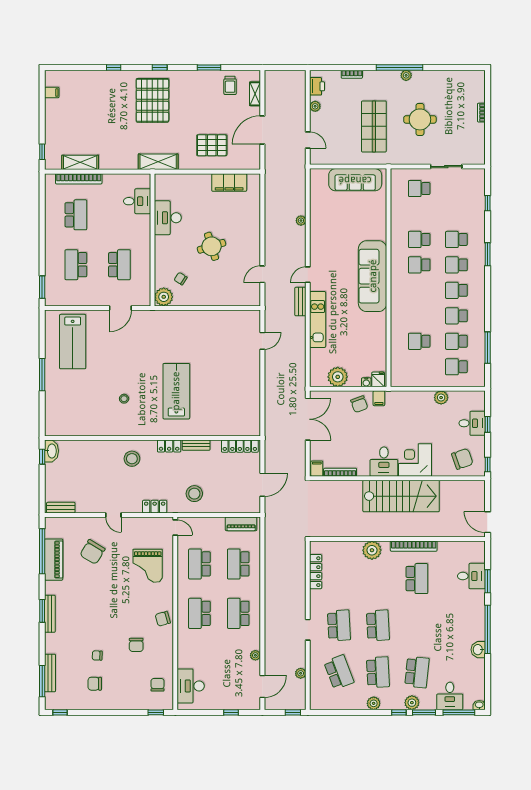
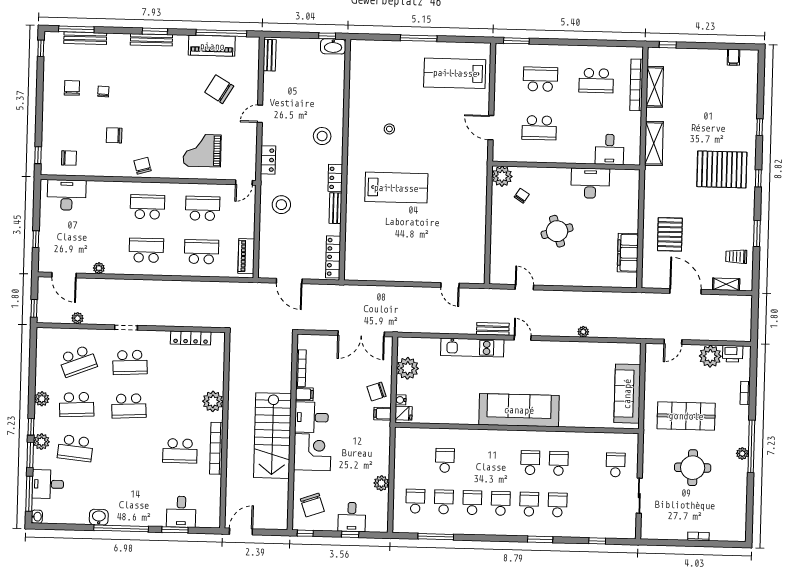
plant: (315, 106) -> (710, 356), width x1.88, depth x1.88
shelving: (158, 162) -> (654, 143), moved
filing cabinet: (317, 469) -> (304, 394), moved

